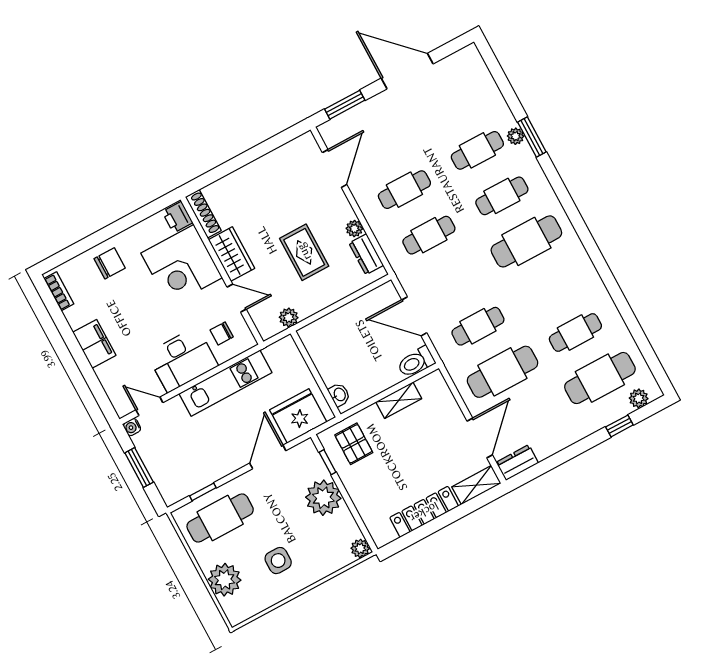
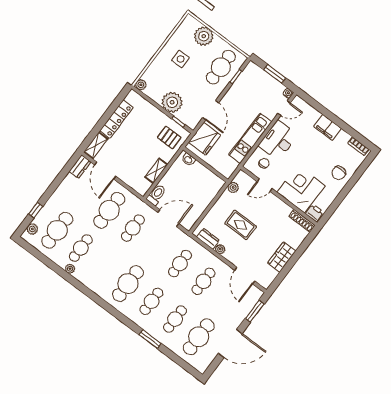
cafe table: (453, 105) -> (199, 337), added
plant: (516, 136) -> (70, 269), moved
wardrobe: (232, 254) -> (282, 257), moved, turned 90

